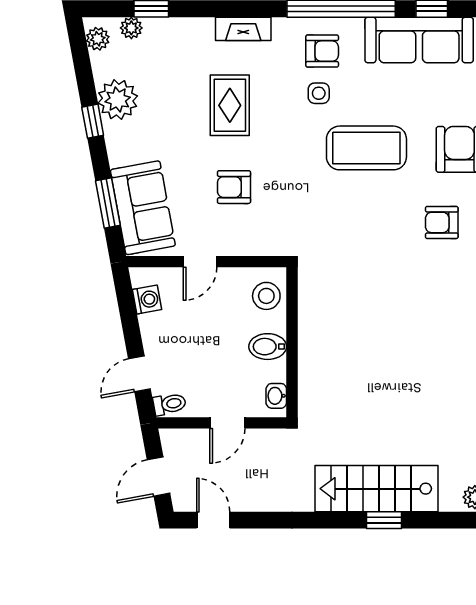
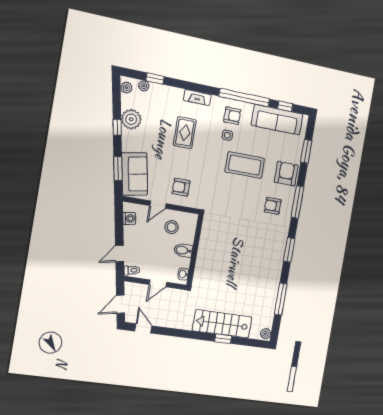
armchair: (234, 187) -> (181, 187), moved
stool: (266, 296) -> (172, 227), moved

